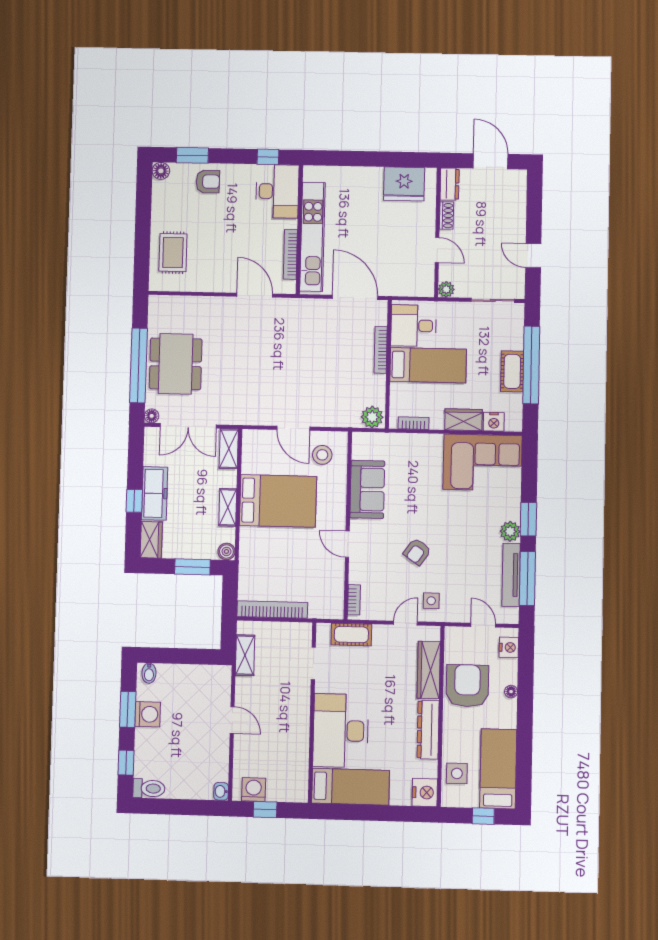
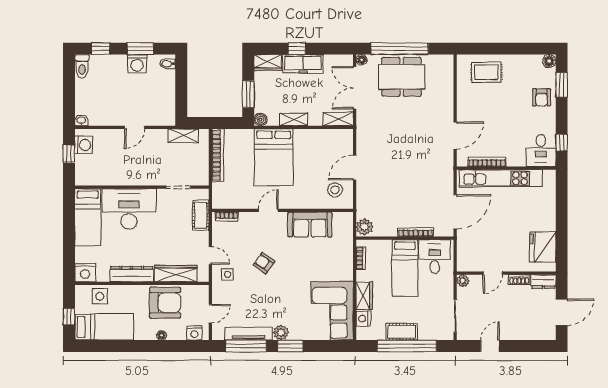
desk: (277, 191) -> (541, 151), width x0.73
bed: (278, 501) -> (274, 157), moved

